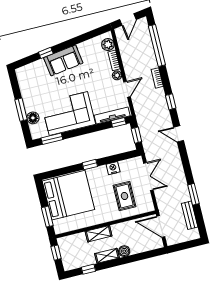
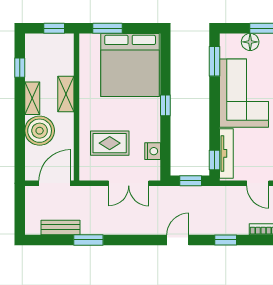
nightstand: (113, 168) -> (153, 151), moved
boiler: (124, 251) -> (40, 131), width x1.86, depth x1.86

